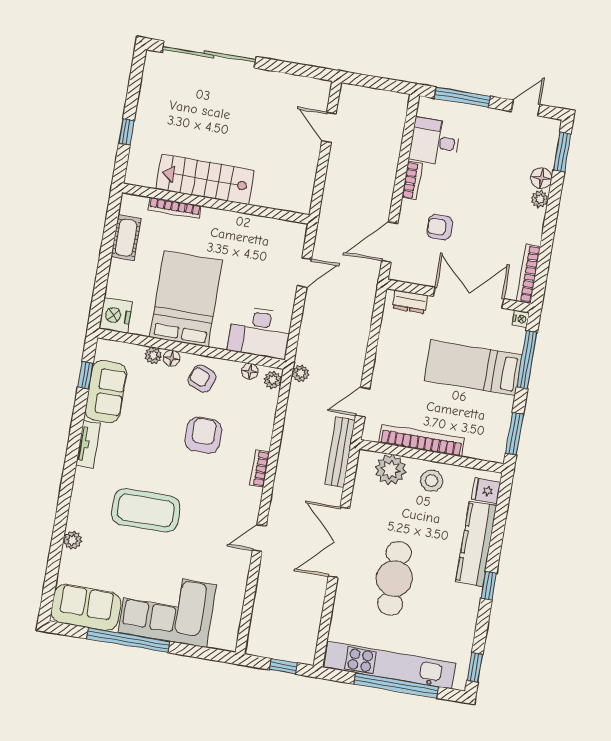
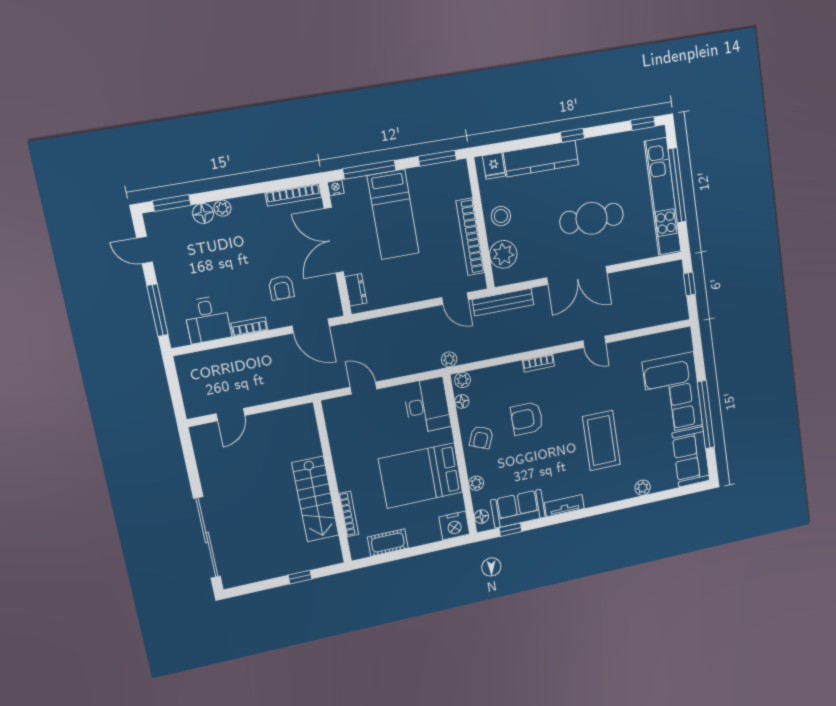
floor lamp: (172, 358) -> (481, 517), moved

